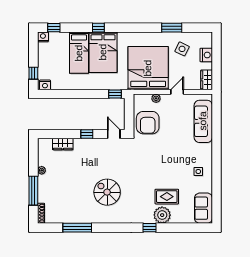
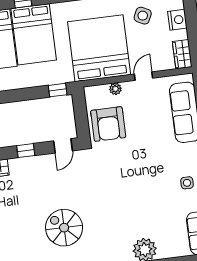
door: (114, 134) -> (63, 146), swing flipped
rug: (167, 197) -> (148, 223), removed

